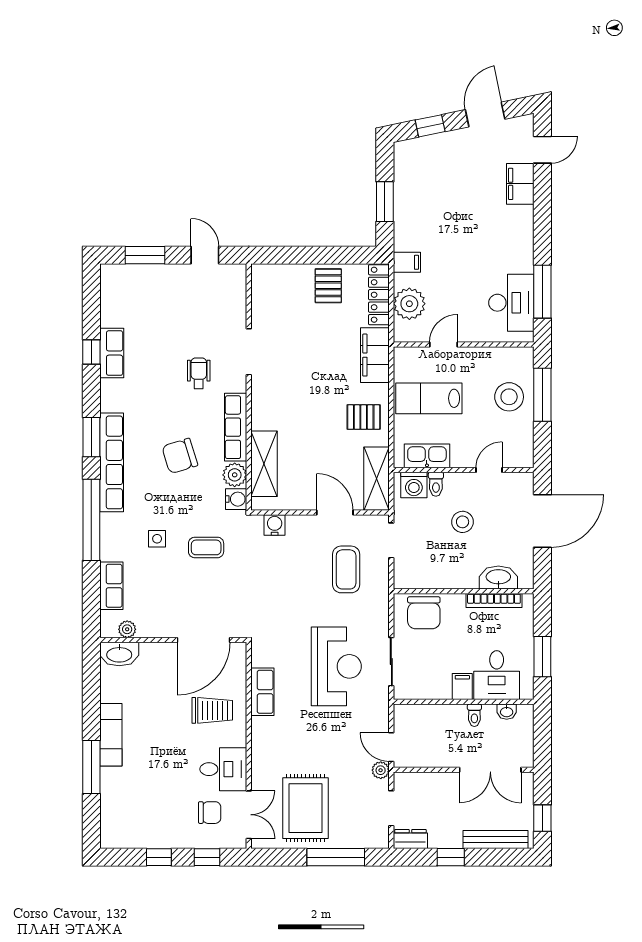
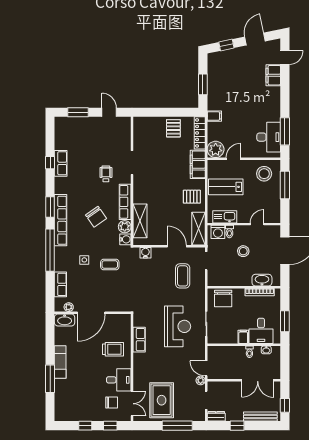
plant: (409, 304) -> (216, 149), moved
stool: (509, 397) -> (264, 174), moved
chair: (180, 456) -> (96, 217), turned -108
door: (203, 640) -> (91, 313), moved

